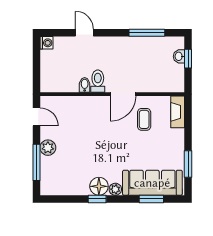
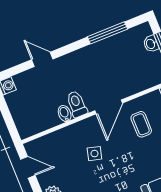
side table: (96, 128) -> (94, 154), added

